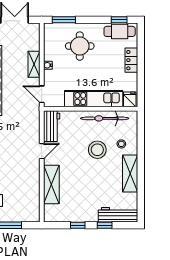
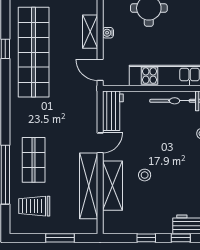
stool: (97, 150) -> (145, 175), moved, width x0.53, depth x0.53
shelving: (33, 185) -> (89, 186), added

